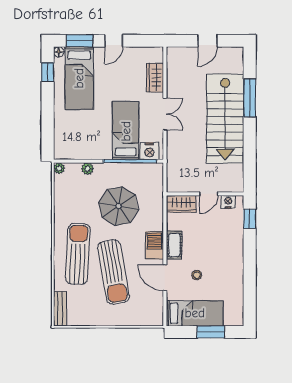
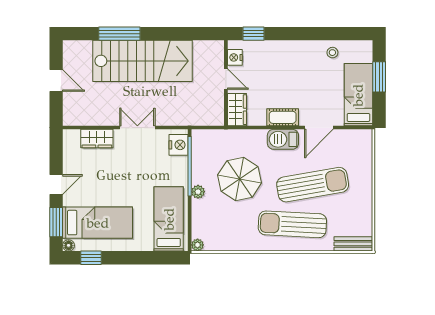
door: (114, 41) -> (56, 184), hinge flipped
bed: (126, 131) -> (169, 219), moved, turned 90
plant: (87, 169) -> (198, 192), moved
stool: (197, 275) -> (332, 53), moved

